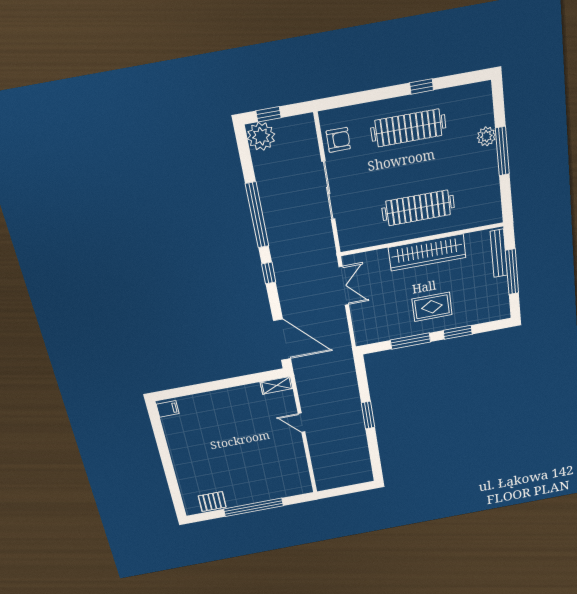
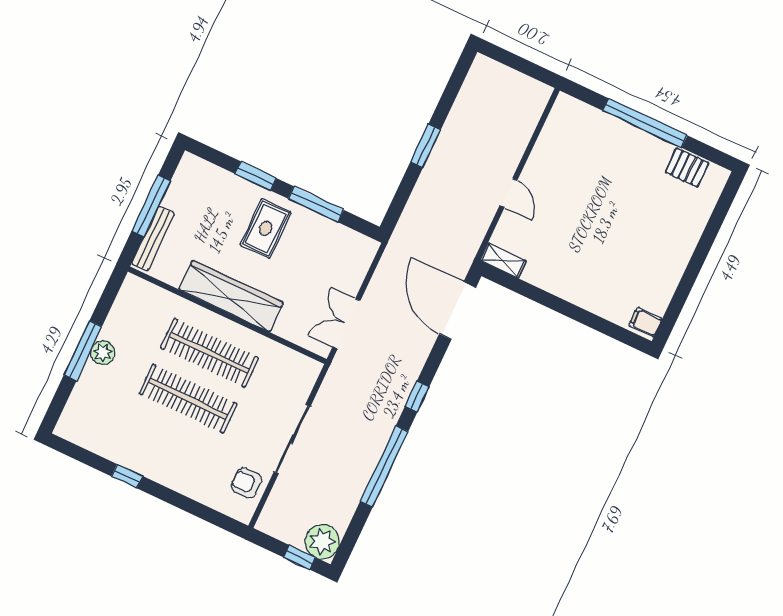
clothes rail: (408, 128) -> (188, 399), moved
plant: (486, 136) -> (103, 353), moved
rug: (432, 307) -> (266, 228), turned 90

